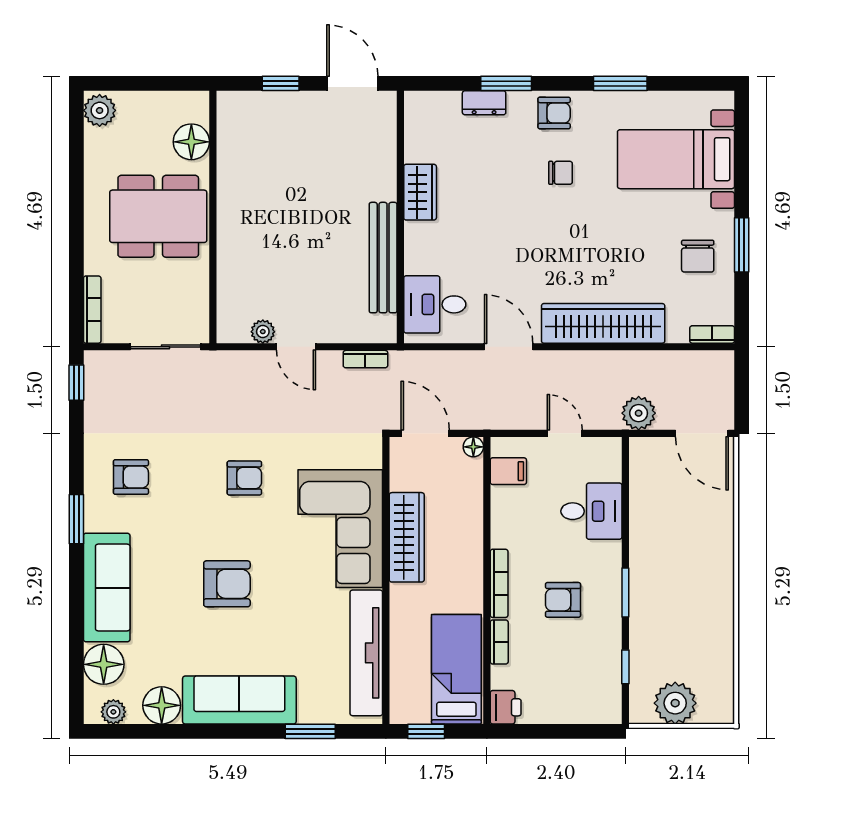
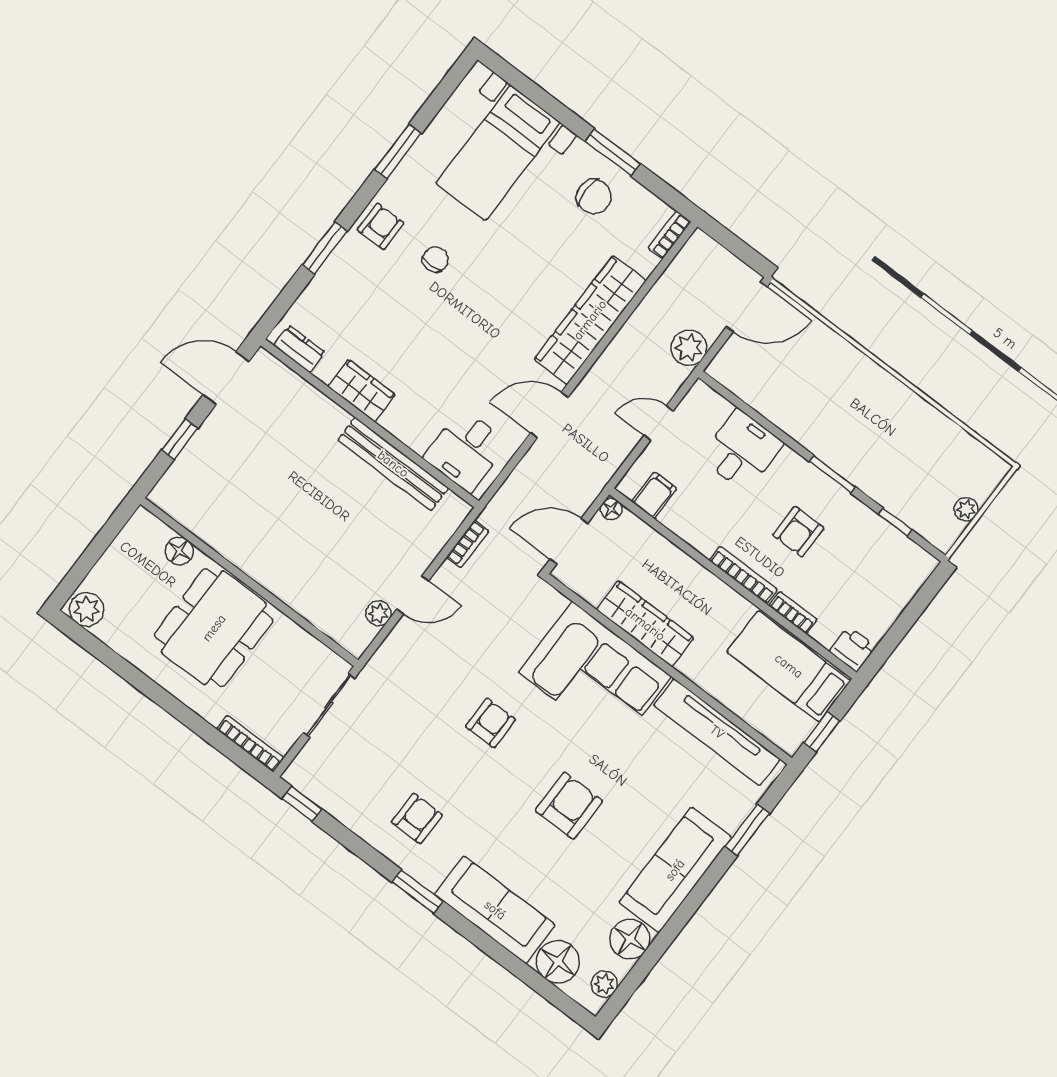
dresser: (484, 103) -> (299, 349), moved, turned -90
floor lamp: (191, 142) -> (179, 551), width x0.73, depth x0.73
plant: (675, 703) -> (966, 509), width x0.53, depth x0.53

